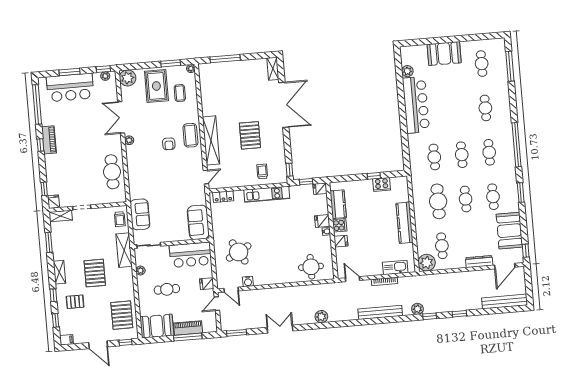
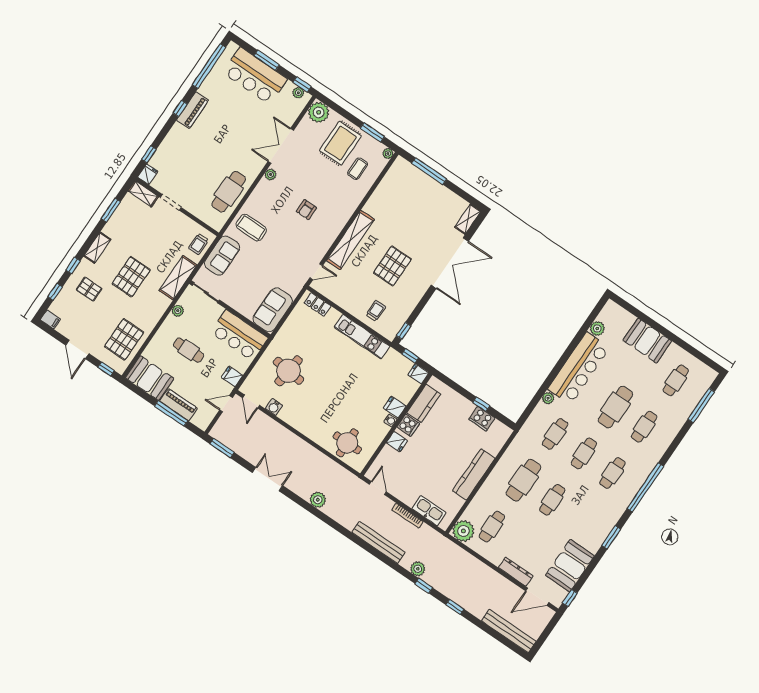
coffee table: (190, 135) -> (251, 228), moved, turned 90
plant: (412, 139) -> (548, 398), added
cafe table: (493, 197) -> (615, 407), moved, width x1.37, depth x1.35
round table: (239, 252) -> (288, 371), turned 35

